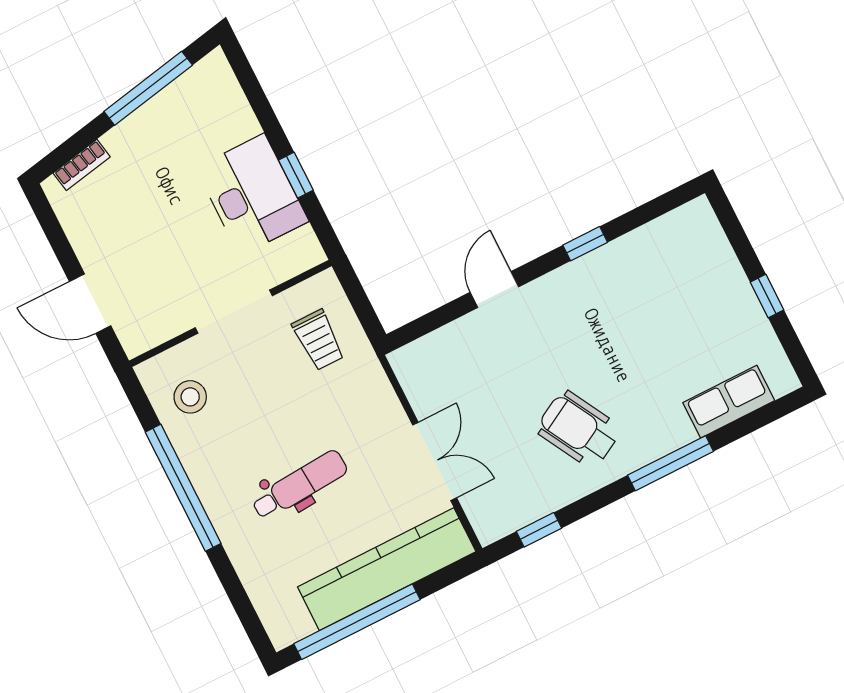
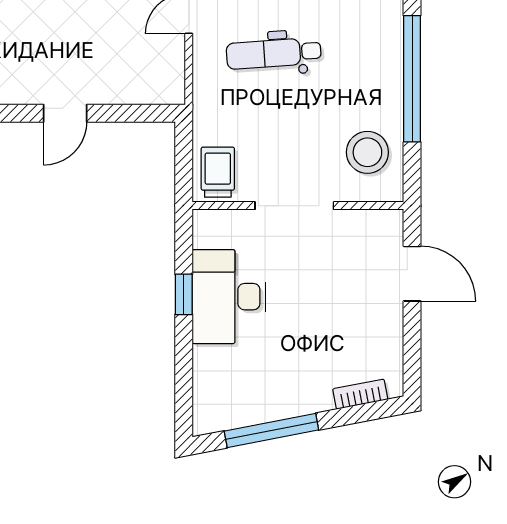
trolley: (318, 340) -> (218, 172), moved
stool: (190, 397) -> (367, 152), width x1.38, depth x1.38
dental chair: (300, 485) -> (274, 53), moved

